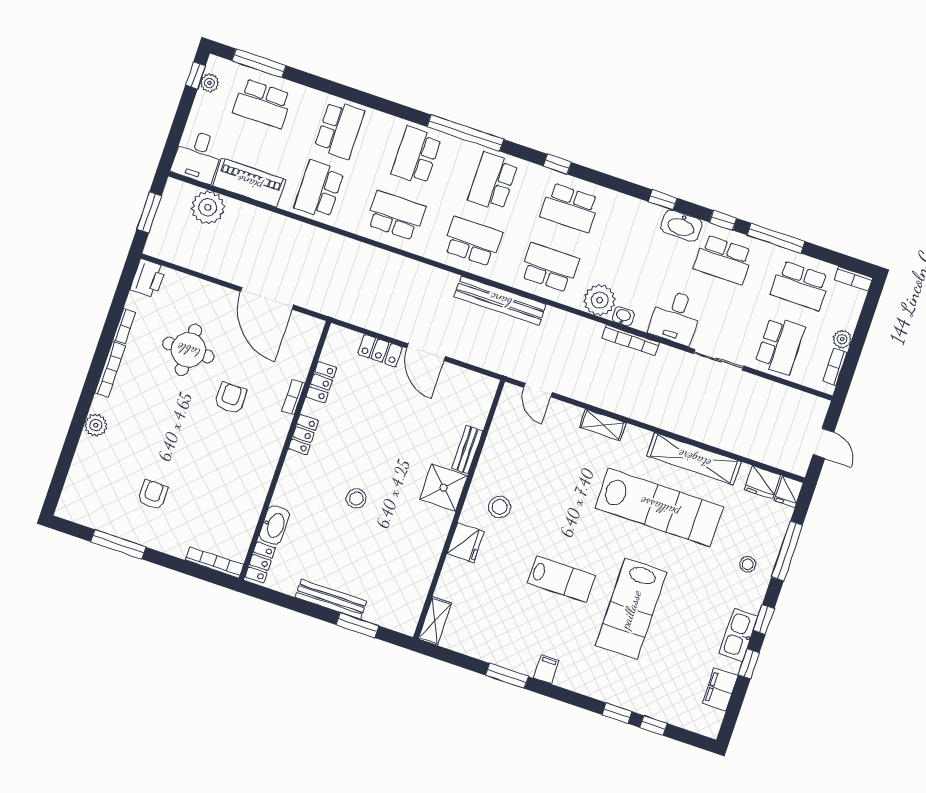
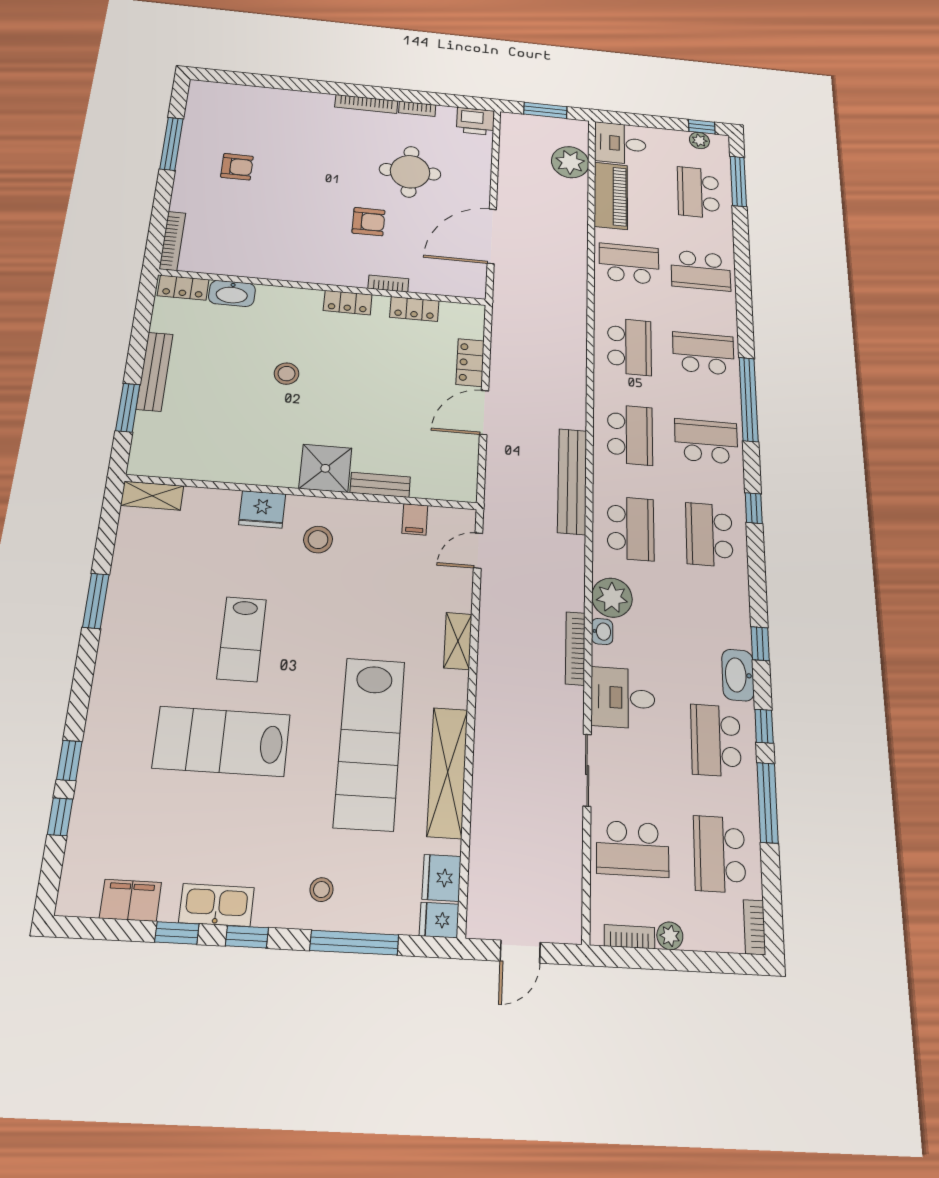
plant: (96, 425) -> (301, 101), removed
filing cabinet: (546, 669) -> (415, 519), moved, turned 90

